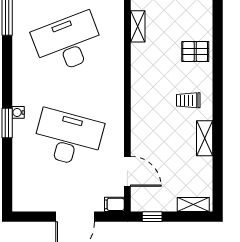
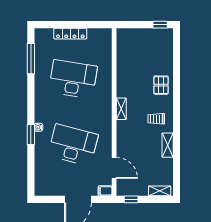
shelving: (138, 26) -> (121, 109), moved
desk: (68, 43) -> (73, 79), turned 30
pallet: (195, 51) -> (161, 85), turned 90

